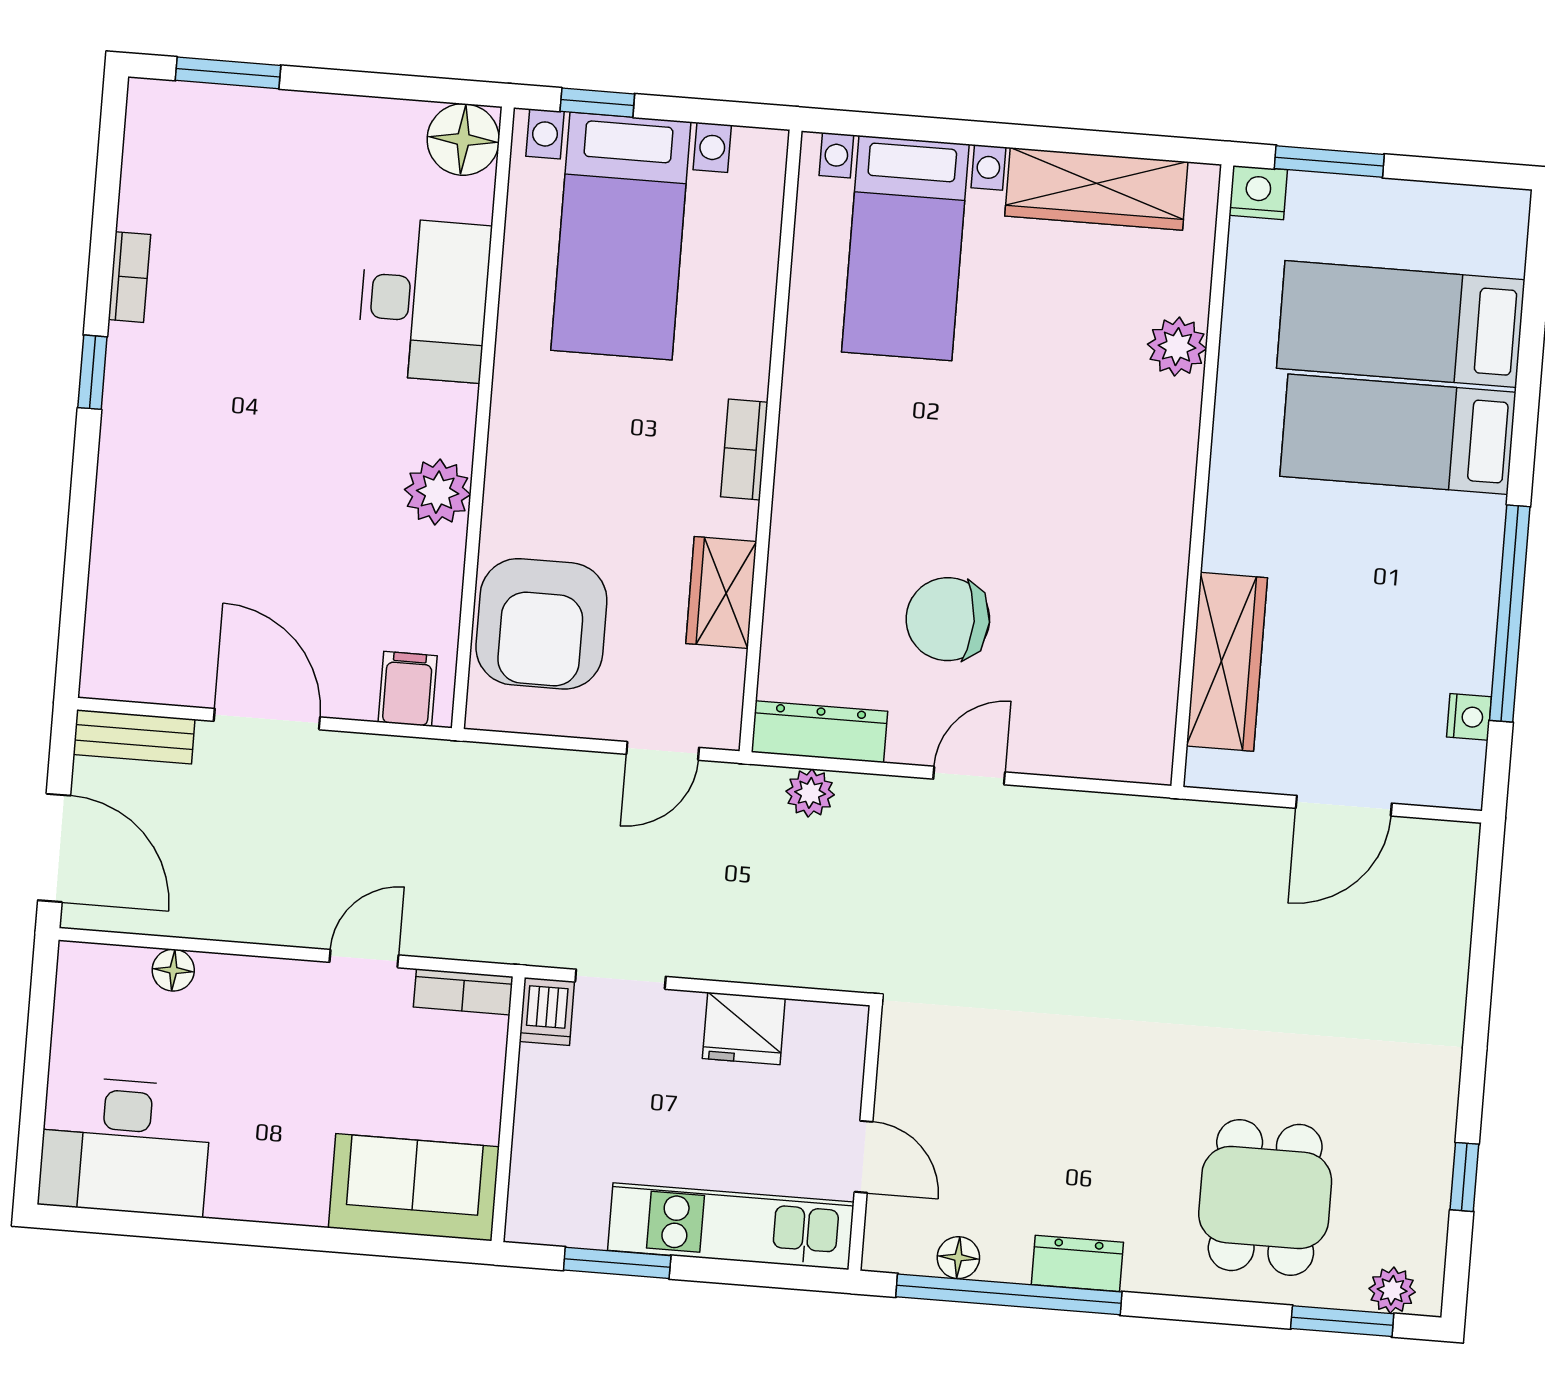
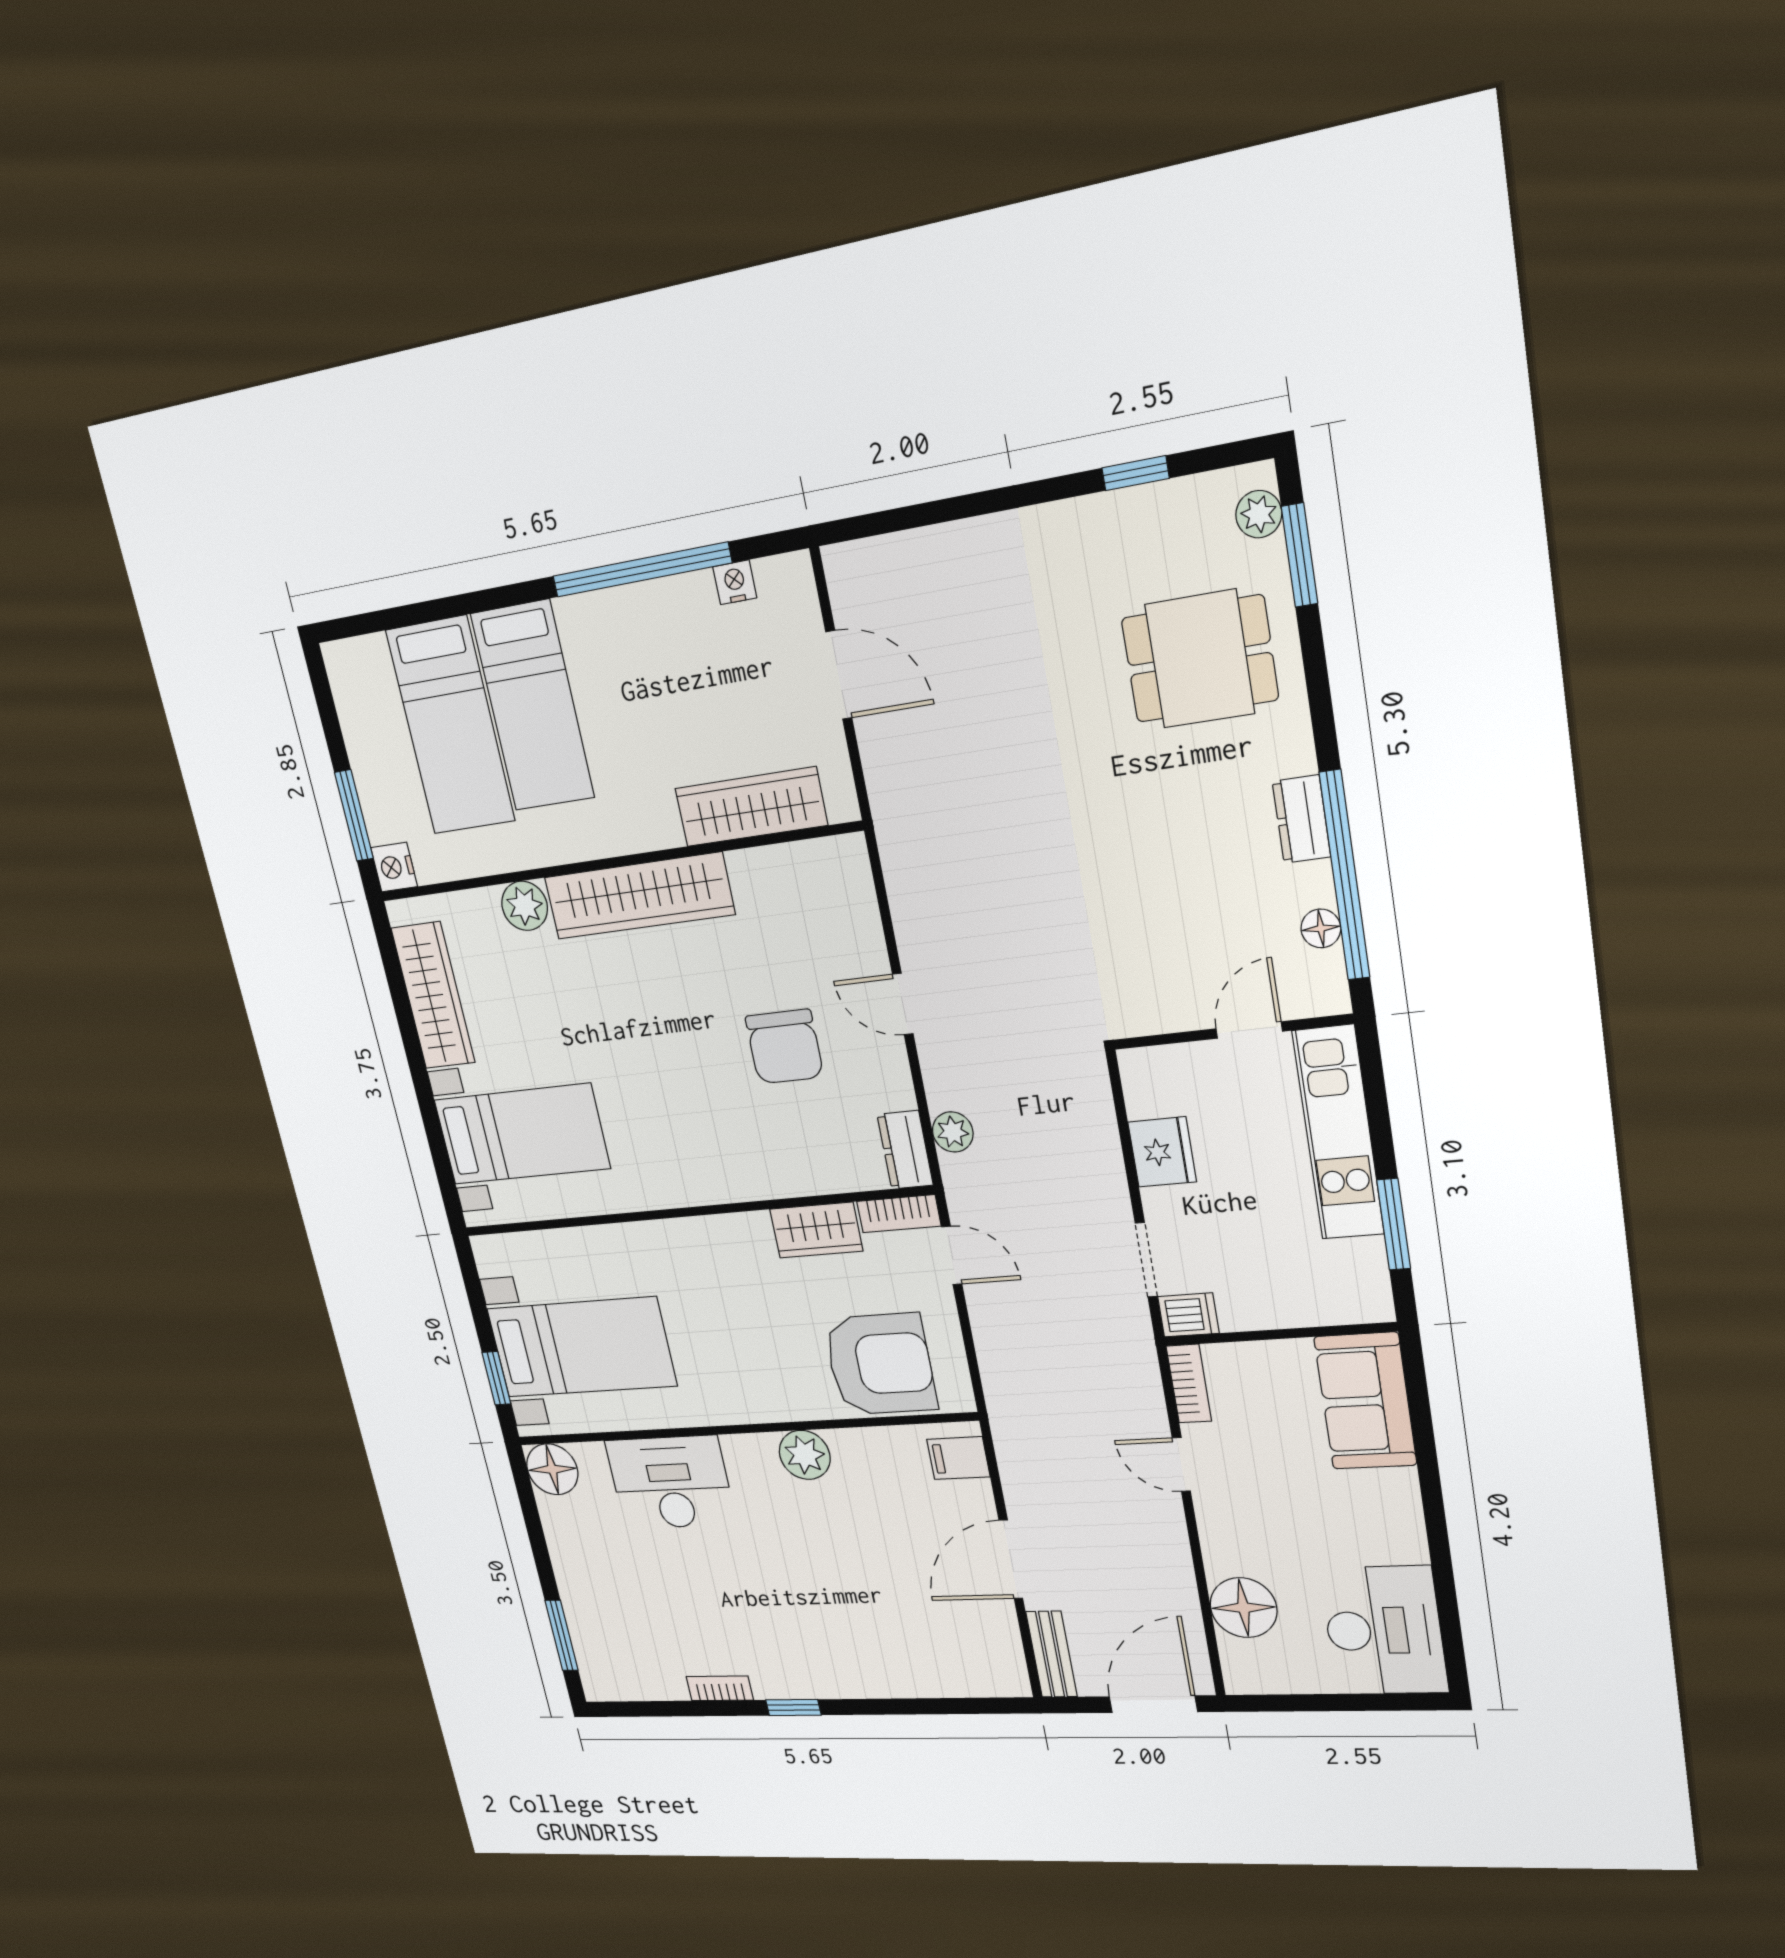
bookcase: (744, 450) -> (899, 1214), moved
wardrobe: (1158, 495) -> (639, 896), added
dresser: (819, 732) -> (905, 1150), width x0.70
floor lamp: (173, 970) -> (1244, 1608), width x1.89, depth x1.89

